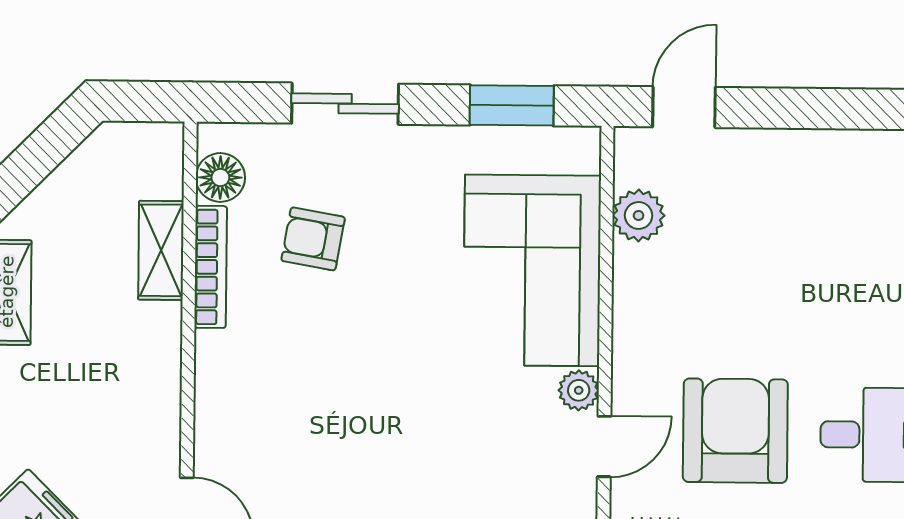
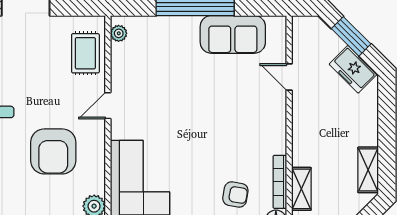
plant: (579, 390) -> (119, 130), removed
armchair: (735, 431) -> (53, 151), moved

